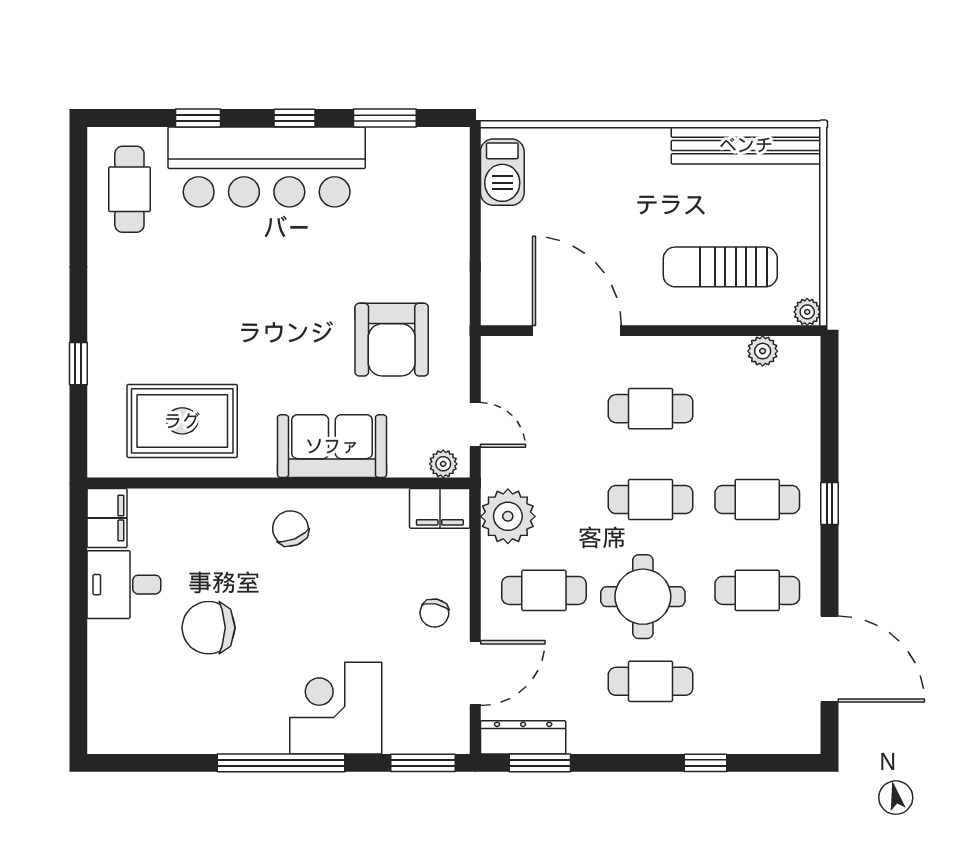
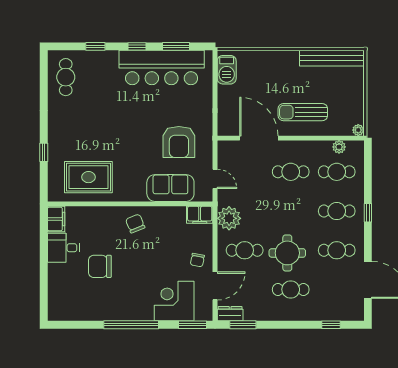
bar counter: (267, 167) -> (162, 68), moved
sun lounger: (720, 267) -> (303, 112), moved
sofa: (332, 446) -> (170, 188), moved
plant: (443, 464) -> (201, 196), removed
cafe table: (651, 500) -> (337, 172), moved
corner desk: (336, 708) -> (174, 301), moved
dresser: (523, 737) -> (230, 314), width x0.70
window: (706, 763) -> (331, 325), moved

